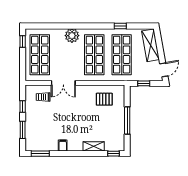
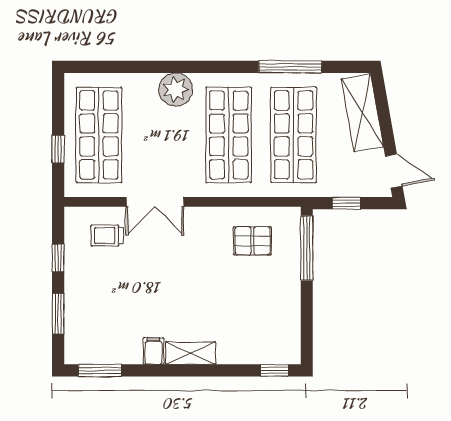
window: (120, 26) -> (290, 67), width x2.17
window: (23, 42) -> (58, 149), moved
door: (164, 70) -> (394, 171), hinge flipped
window: (127, 120) -> (307, 248), moved
shelving: (94, 146) -> (191, 353), moved

